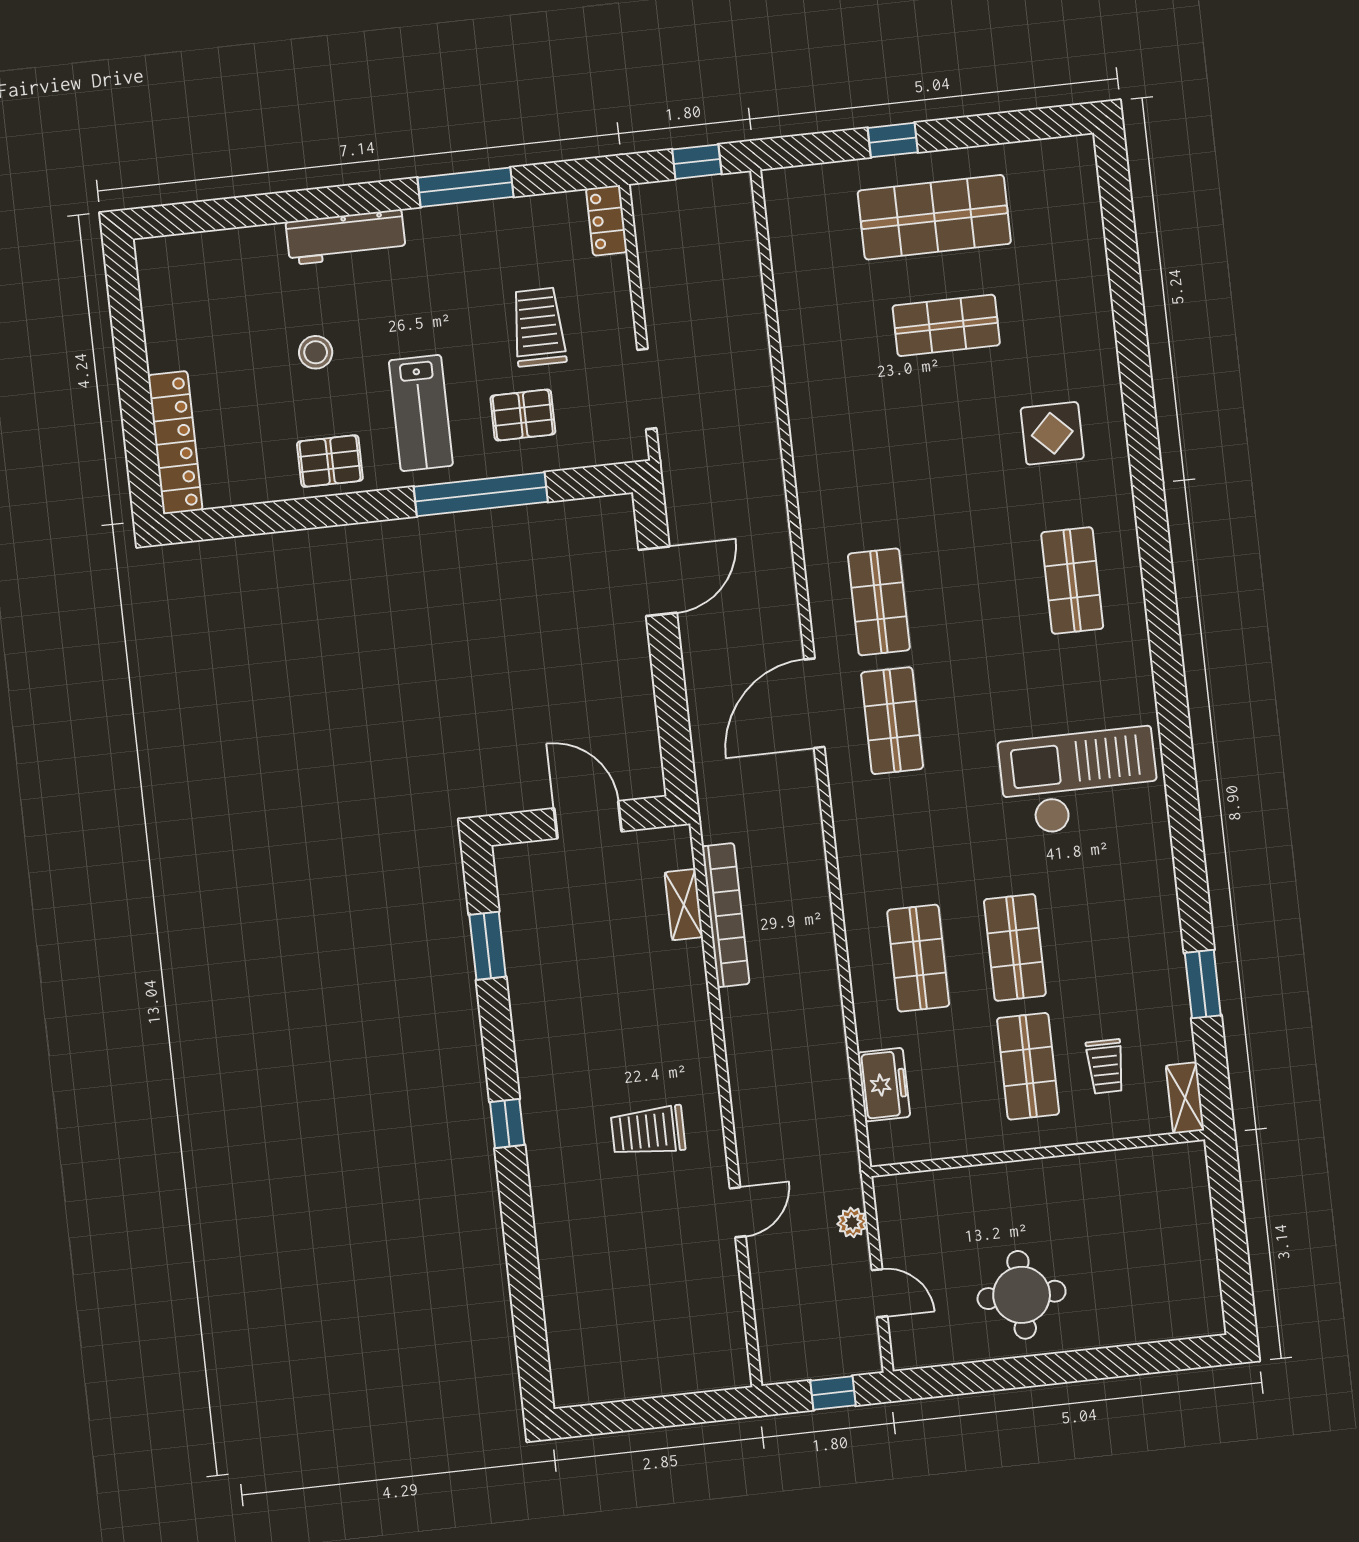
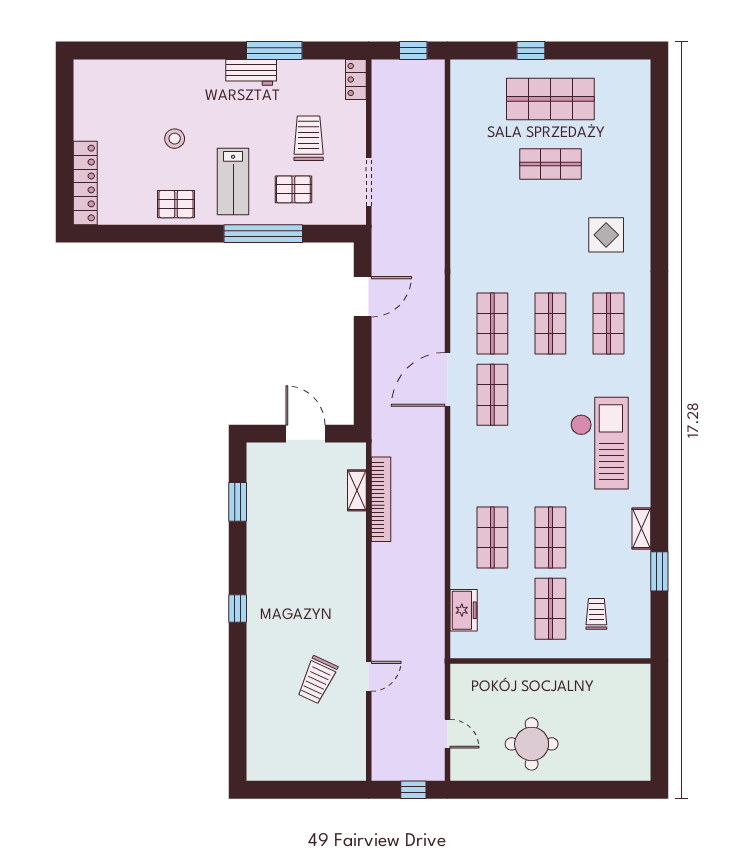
workbench: (346, 237) -> (251, 72), moved, width x0.73
shop shelf: (976, 591) -> (550, 324), added
checkout: (1079, 781) -> (599, 443), turned 90
trolley: (1105, 1066) -> (596, 614), turned 180
shelving: (1185, 1098) -> (641, 528), moved
trolley: (648, 1131) -> (317, 680), moved, turned -65
plant: (852, 1222) -> (436, 690), removed

